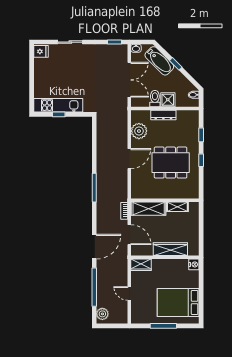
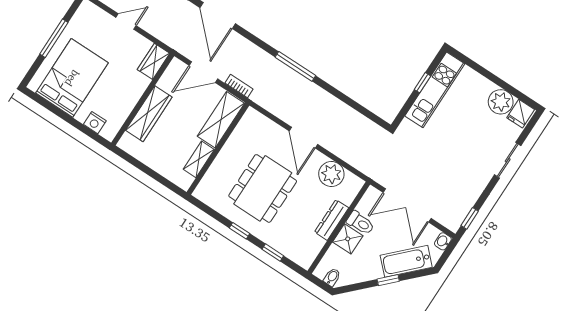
plant: (42, 66) -> (501, 102), added
nightstand: (194, 264) -> (95, 123), moved

